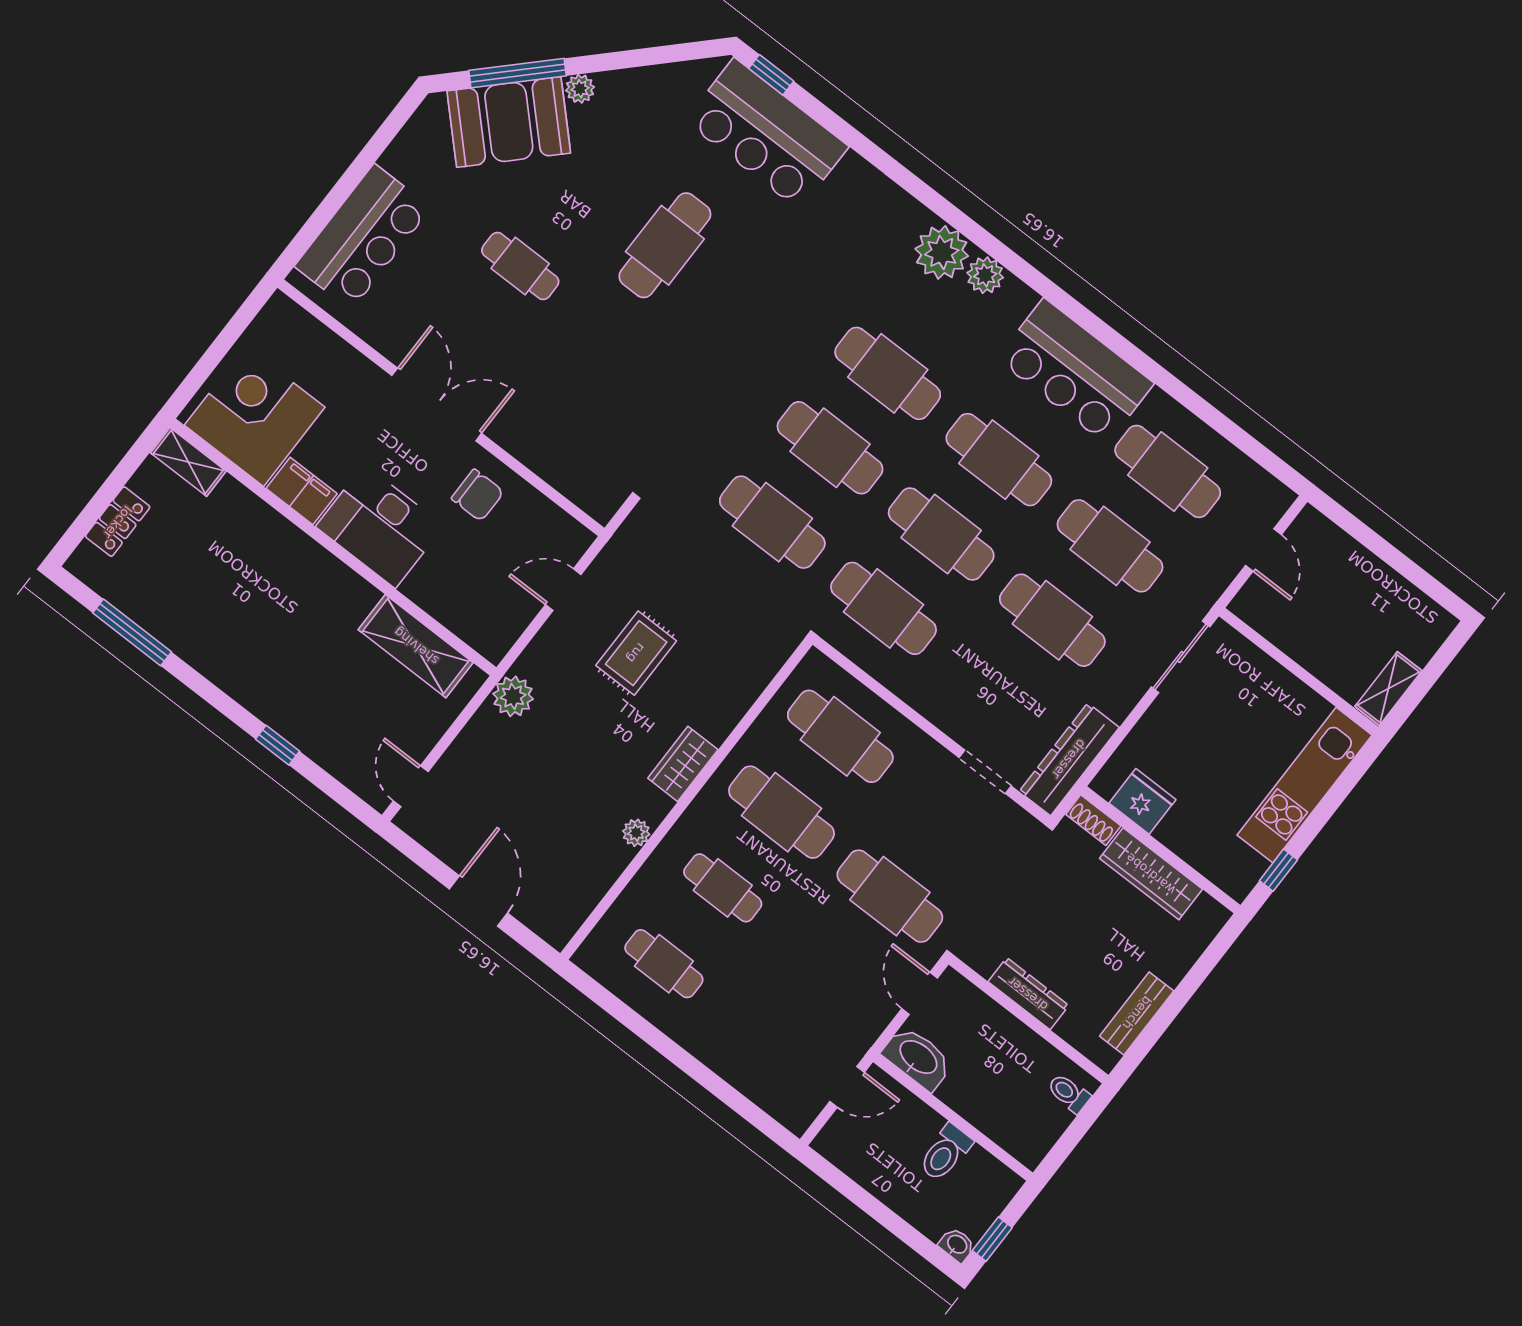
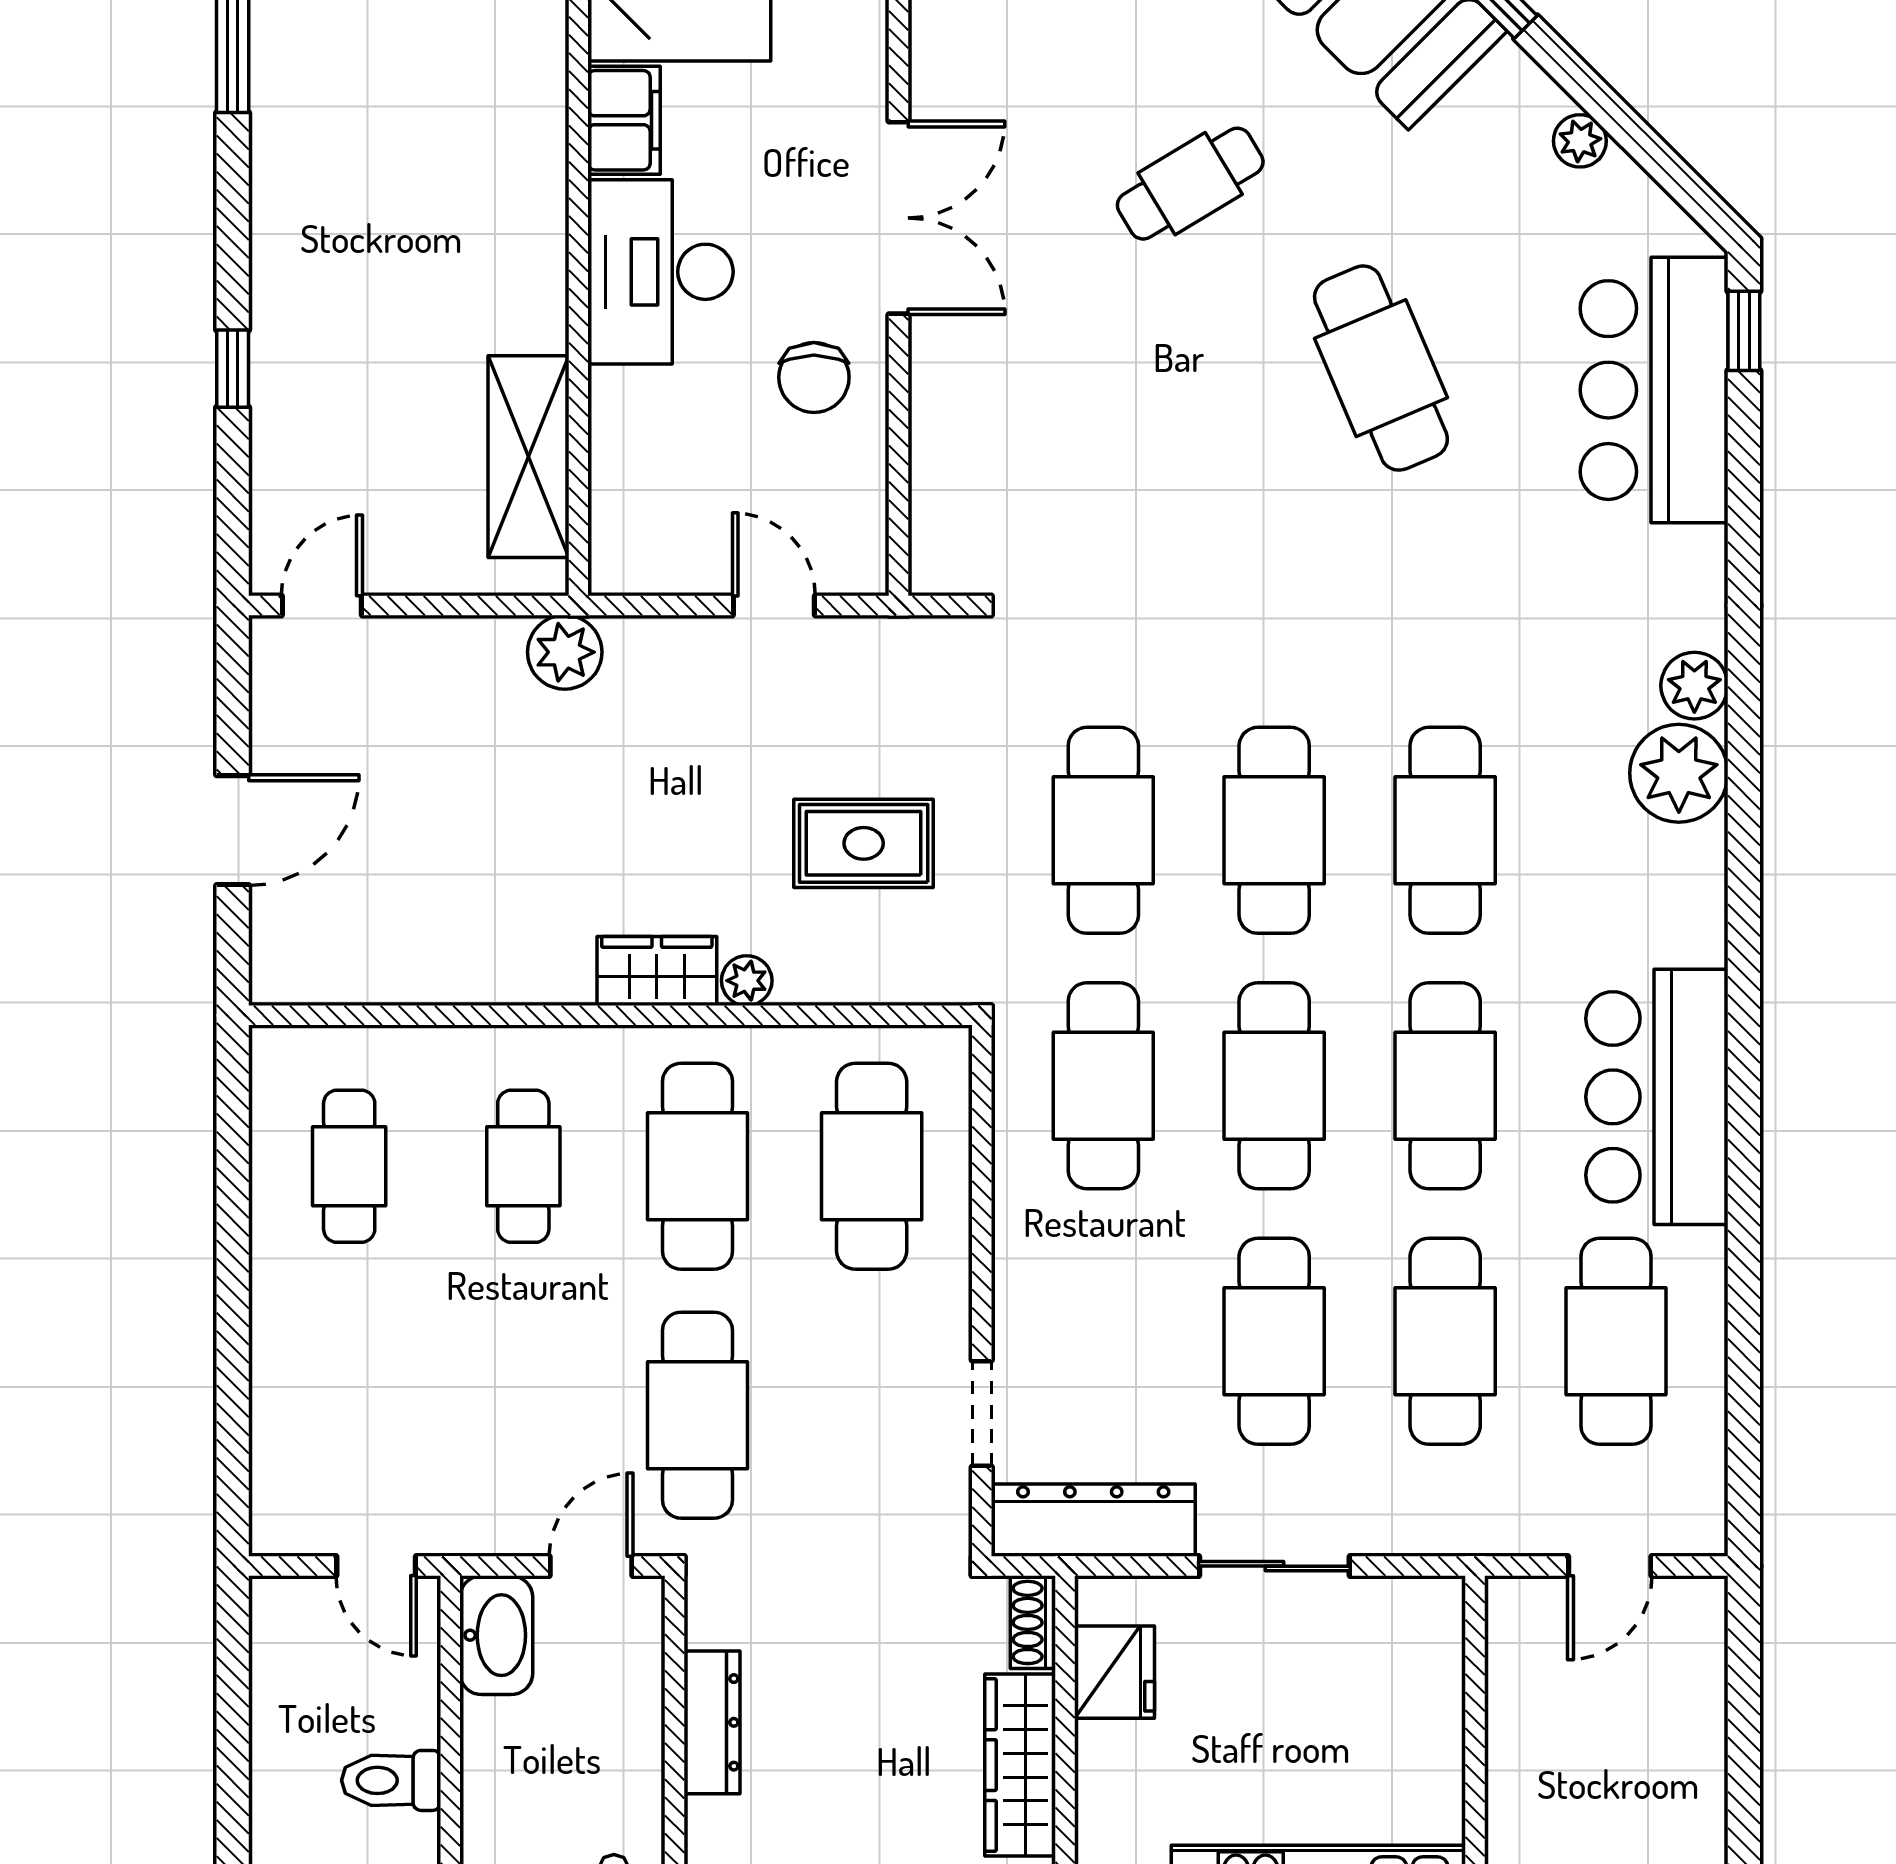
plant: (580, 89) -> (1580, 141), moved
cafe table: (665, 245) -> (1381, 368), turned 67
cafe table: (520, 266) -> (1190, 184), turned 59
plant: (985, 275) -> (1694, 686), moved
rug: (636, 653) -> (864, 843), moved
sliding door: (1181, 657) -> (1274, 1566), moved
plant: (636, 833) -> (747, 981), moved

